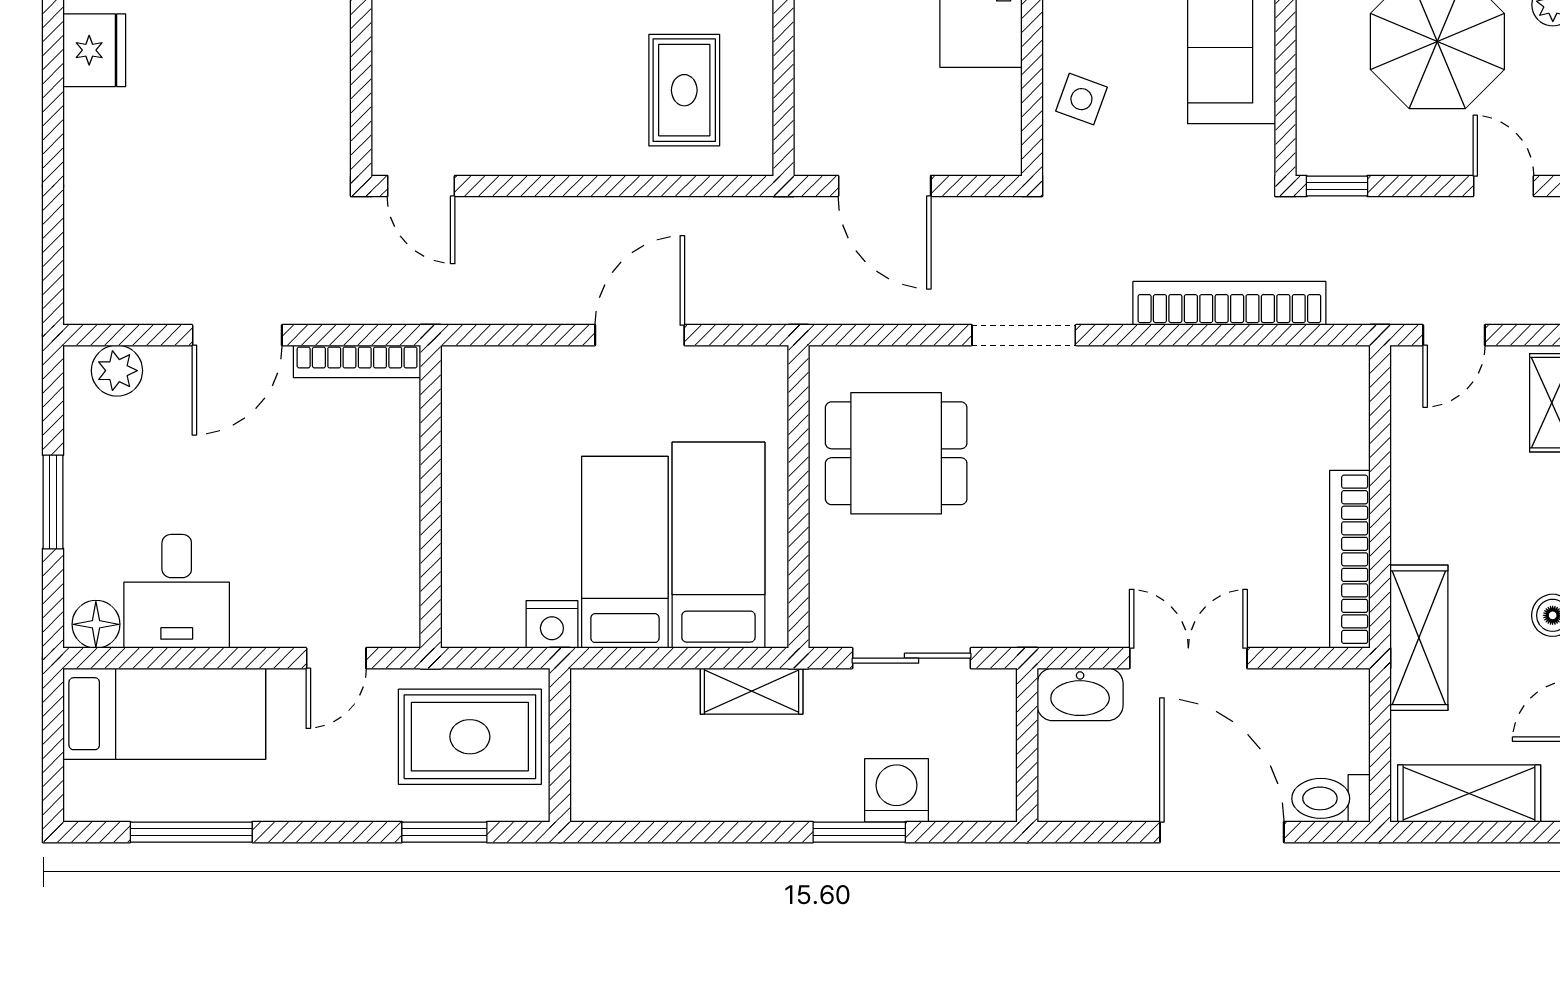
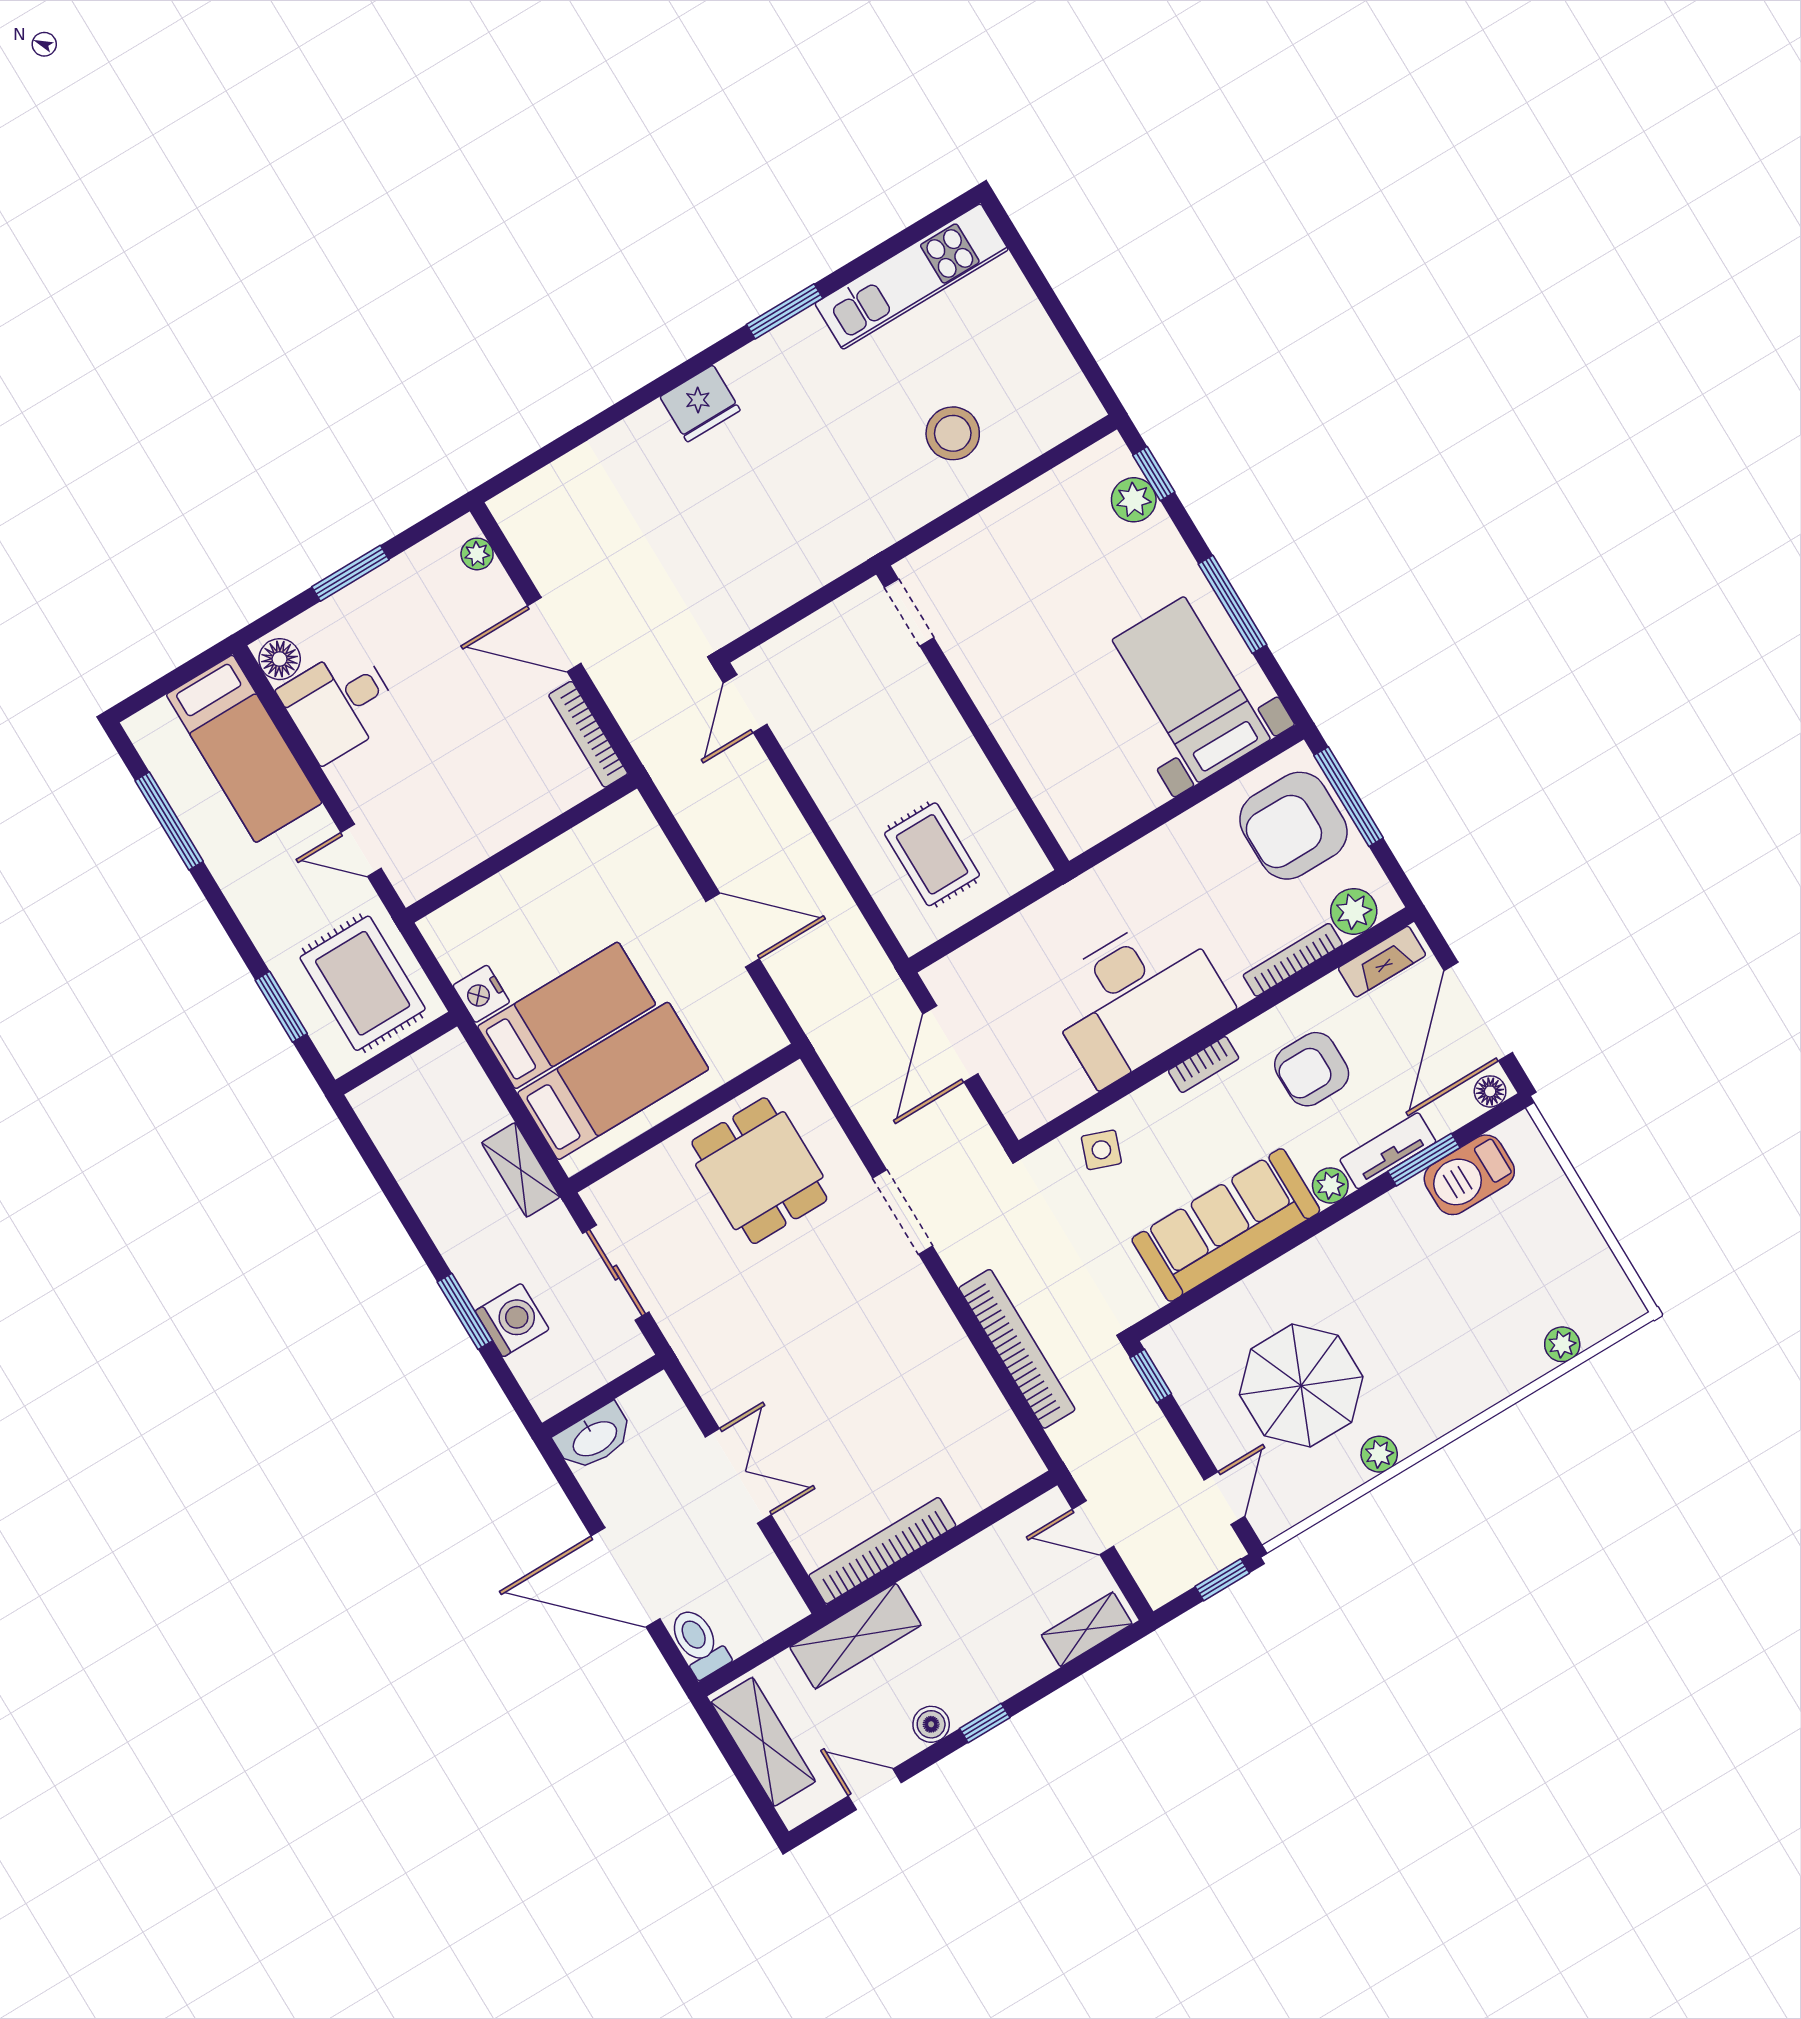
rug: (684, 90) -> (932, 854), turned 90
plant: (117, 371) -> (477, 554), width x0.73, depth x0.73
washbasin: (1080, 694) -> (594, 1438), moved, turned -90
door: (1222, 832) -> (625, 1577), swing flipped

